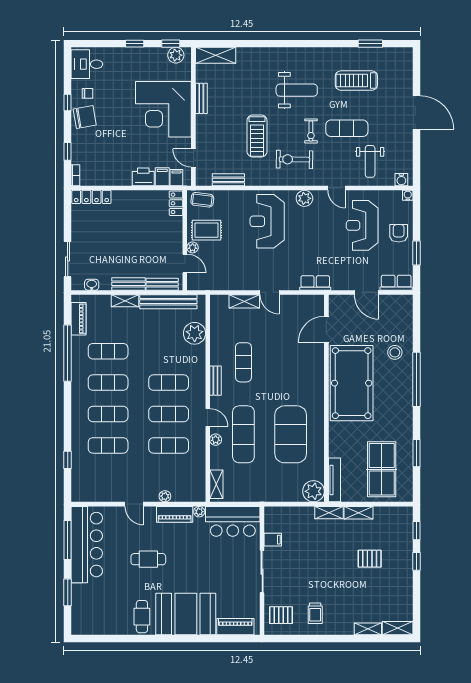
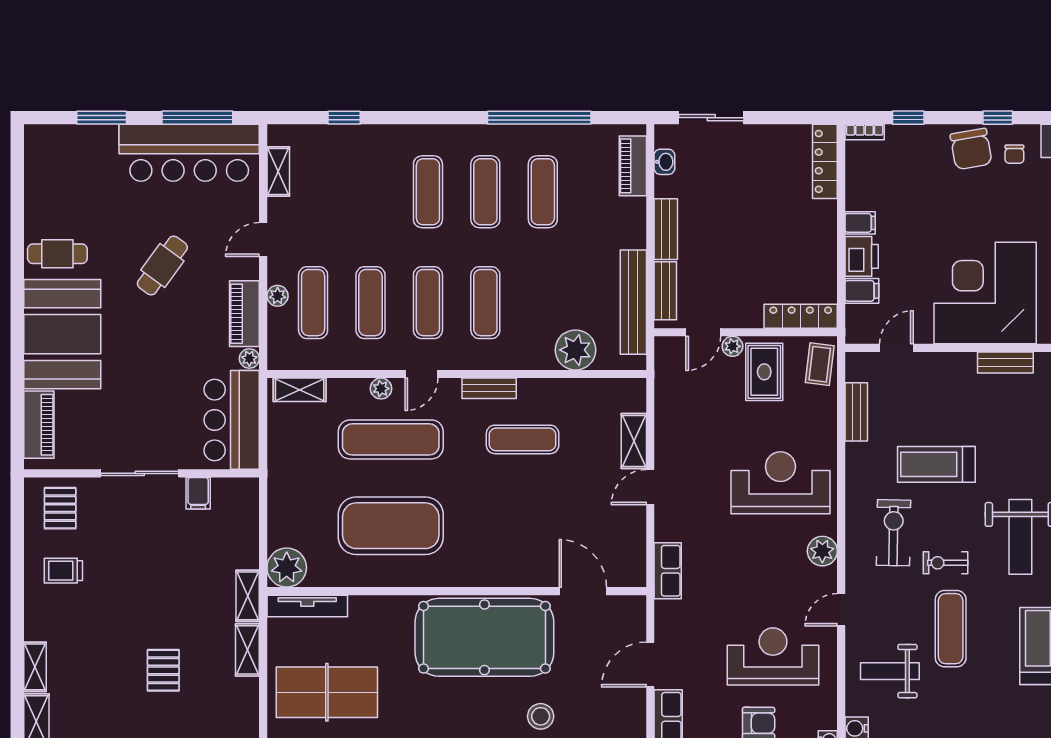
filing cabinet: (176, 178) -> (860, 223), moved
locker: (176, 203) -> (801, 316), width x1.53
shelving: (125, 301) -> (278, 172), moved
piano: (78, 319) -> (633, 166), moved, turned 90
exercise mat: (108, 445) -> (313, 303), moved
cafe table: (148, 559) -> (162, 265), turned 36

